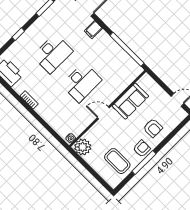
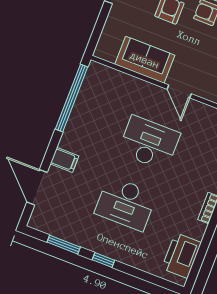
window: (18, 34) -> (103, 260), moved
desk: (53, 54) -> (126, 203), turned 180

